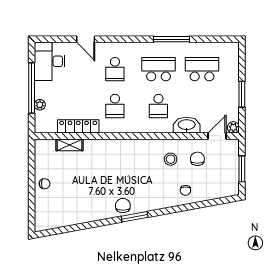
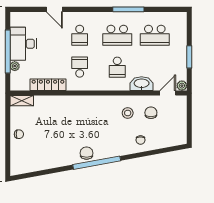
desk: (50, 61) -> (23, 44), moved
school desk: (158, 69) -> (117, 35), turned 180
school desk: (202, 69) -> (155, 35), turned 180
school desk: (115, 106) -> (80, 67), turned 180
shelving: (70, 145) -> (22, 101), moved
window: (242, 169) -> (189, 122), removed
window: (135, 217) -> (97, 163), width x2.11

